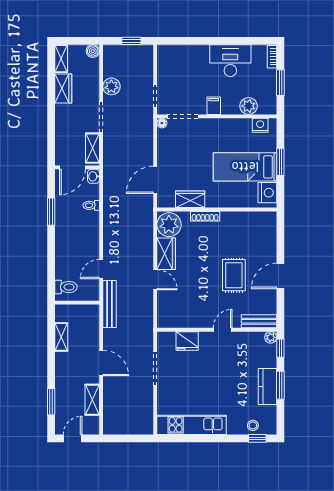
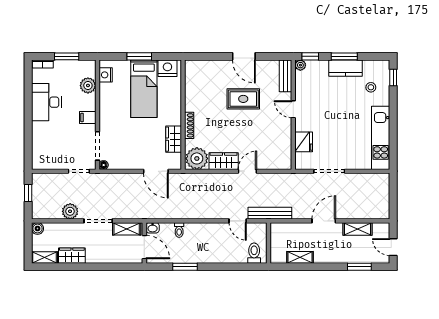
stool: (253, 425) -> (371, 87), moved

